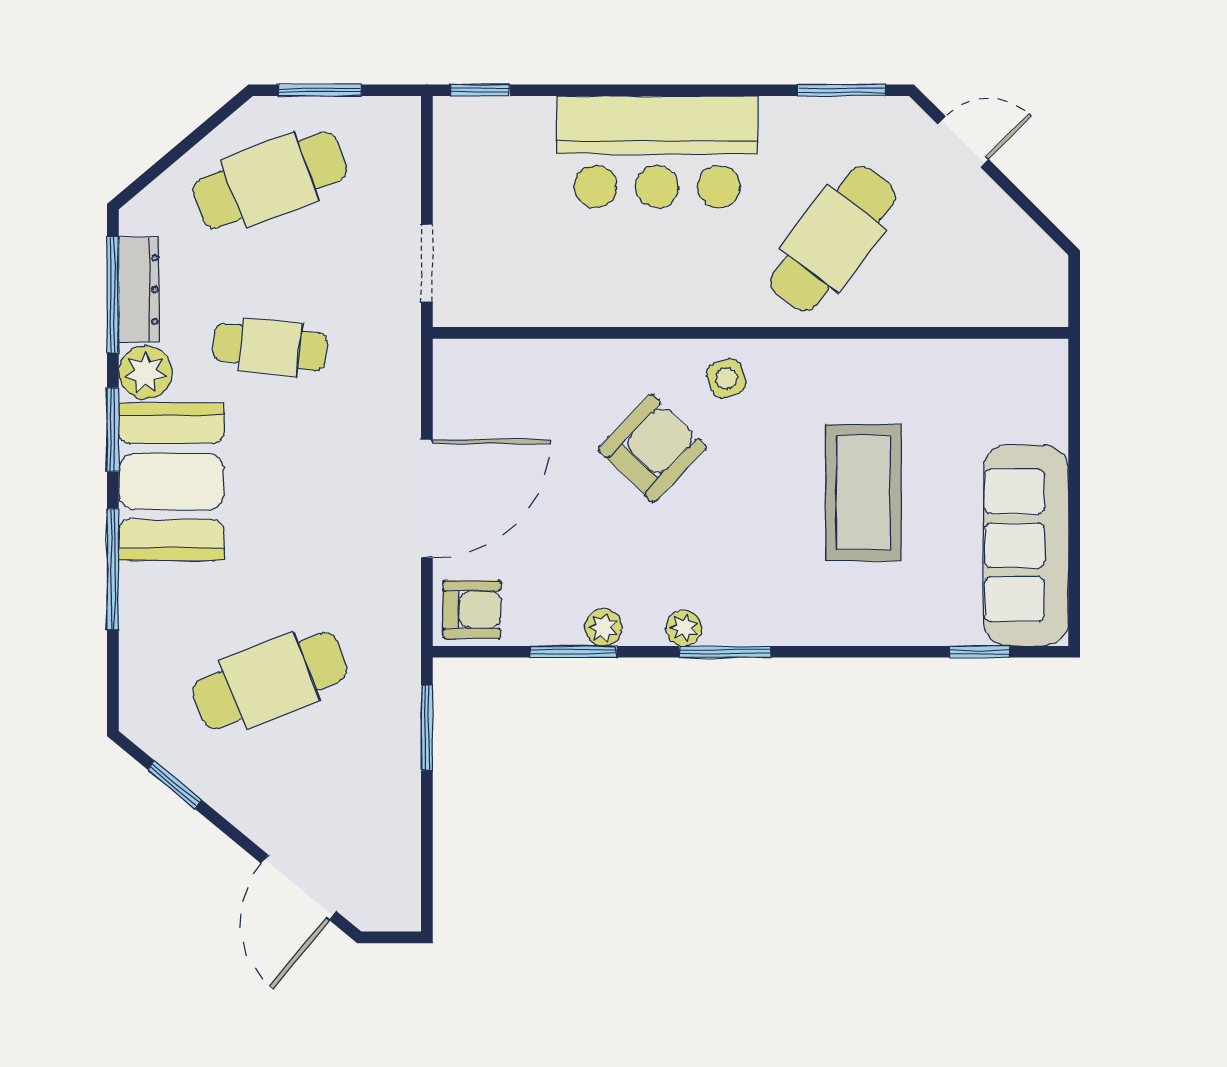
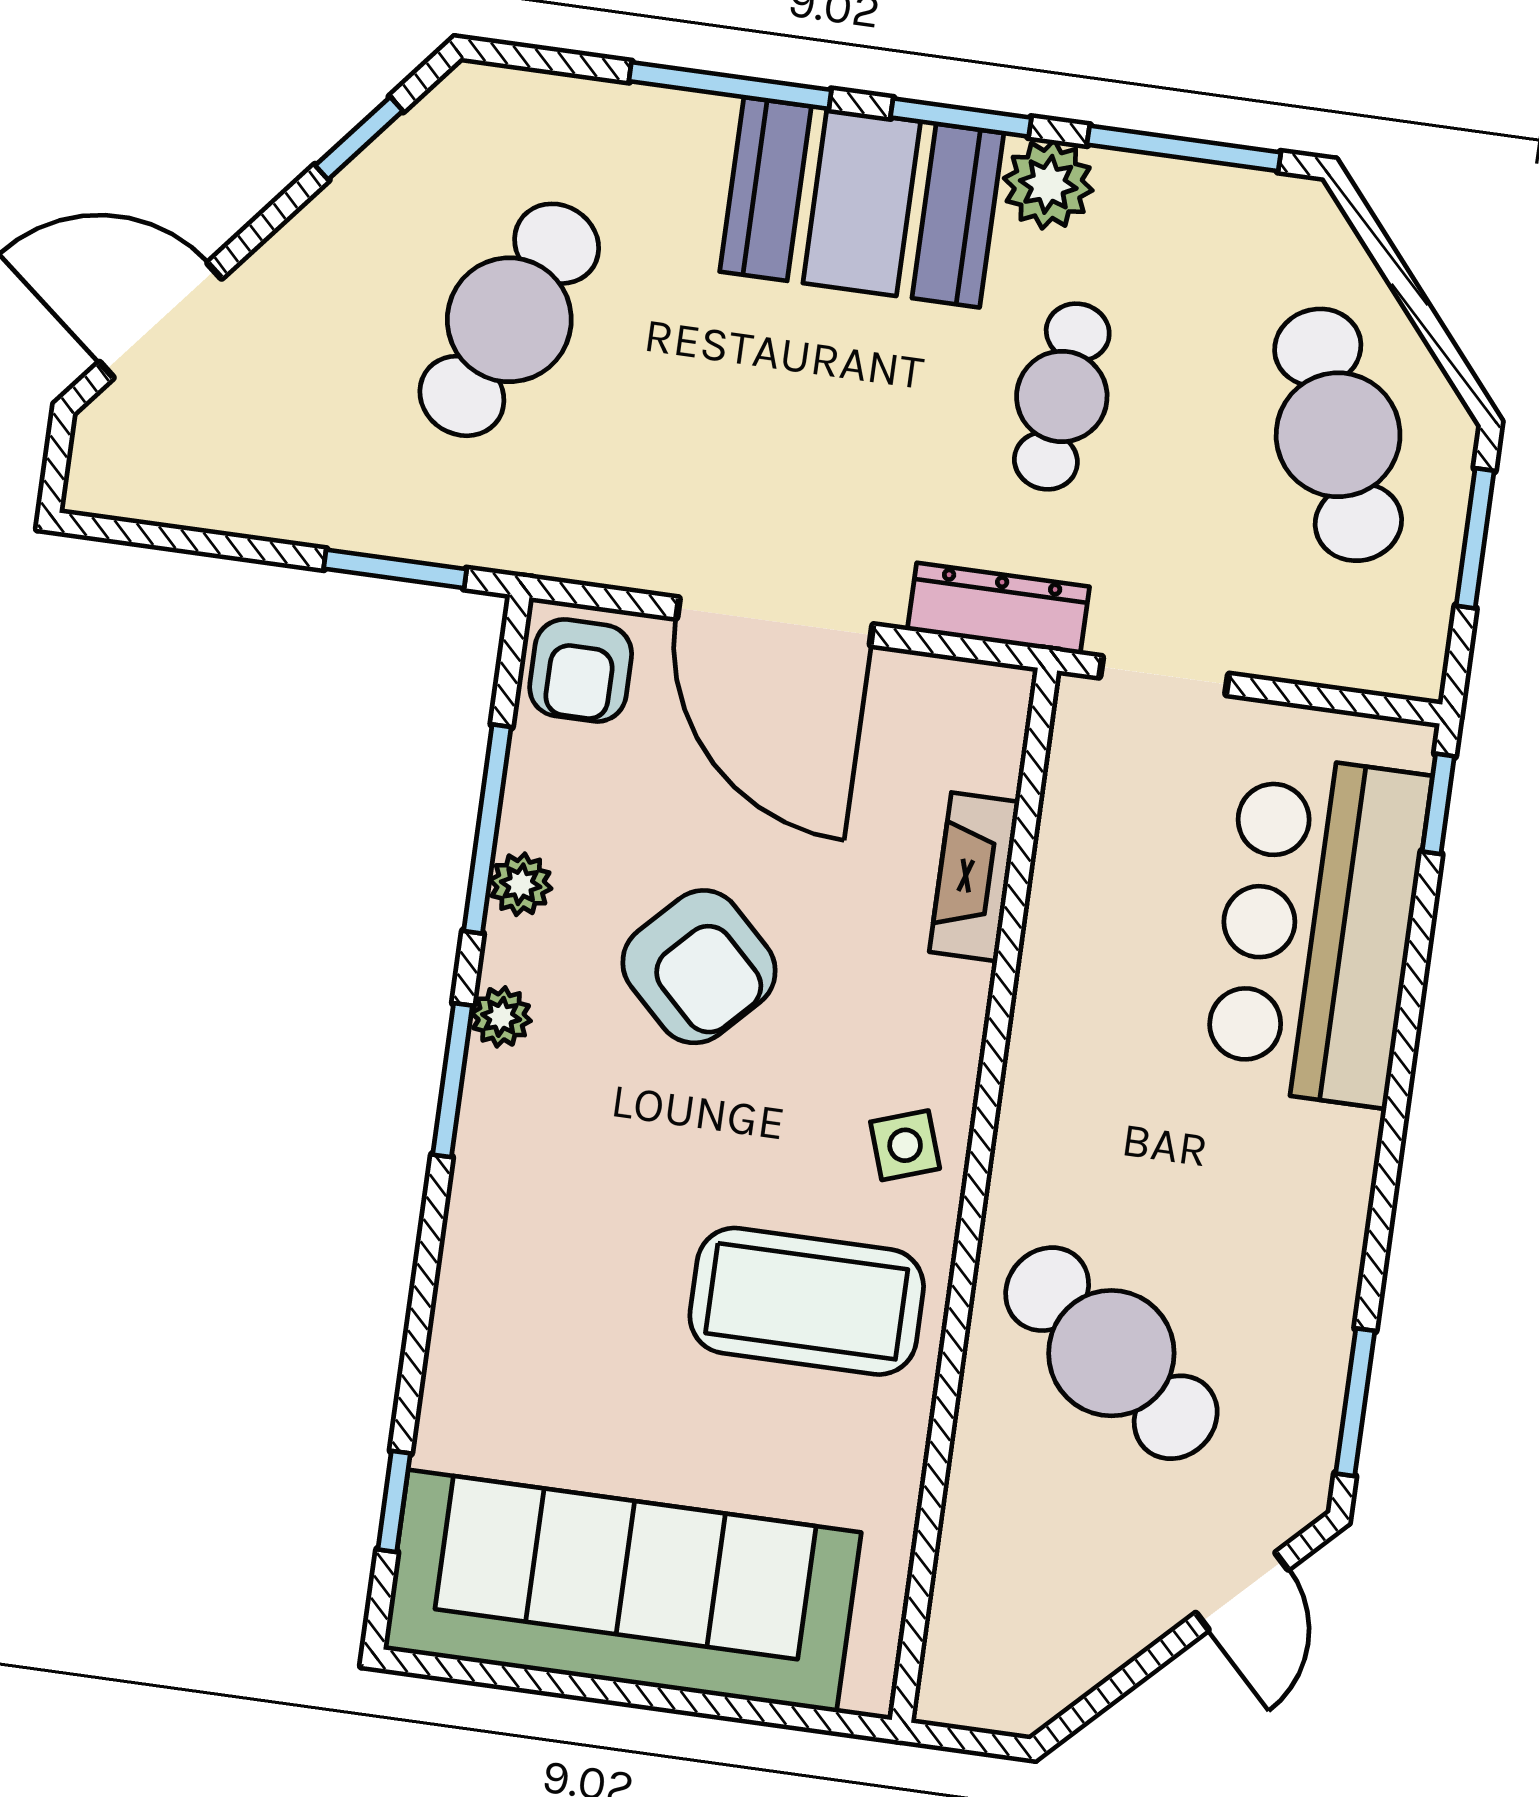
bar counter: (657, 152) -> (1317, 930), moved
dresser: (139, 290) -> (998, 609), moved, turned 180
fireplace: (562, 359) -> (974, 877), added
armchair: (652, 448) -> (699, 967), moved
coffee table: (863, 493) -> (807, 1301), moved
sofa: (1026, 545) -> (622, 1591), width x1.36, depth x1.27
window: (573, 652) -> (487, 829), width x1.44
cafe table: (270, 681) -> (509, 320), turned 45

